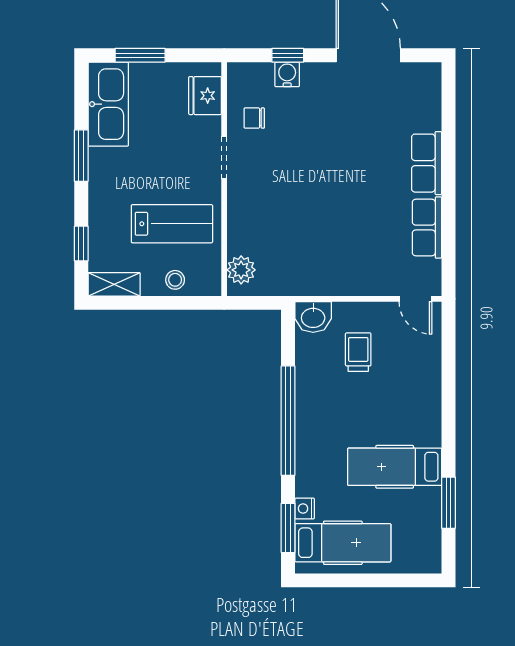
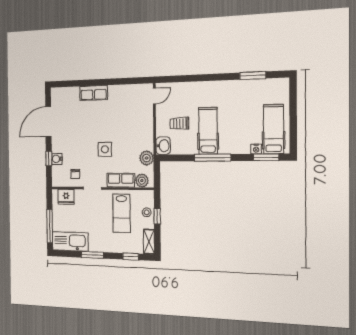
window: (140, 55) -> (50, 226), width x1.44
side table: (307, 187) -> (105, 149), added
lab bench: (172, 224) -> (121, 213), turned 180
row of seats: (427, 228) -> (121, 180), moved, turned 180
plant: (288, 281) -> (147, 158), added
window: (168, 303) -> (157, 216), added
window: (288, 421) -> (213, 158), width x0.68
hospital bed: (395, 467) -> (208, 131), moved, turned 180

